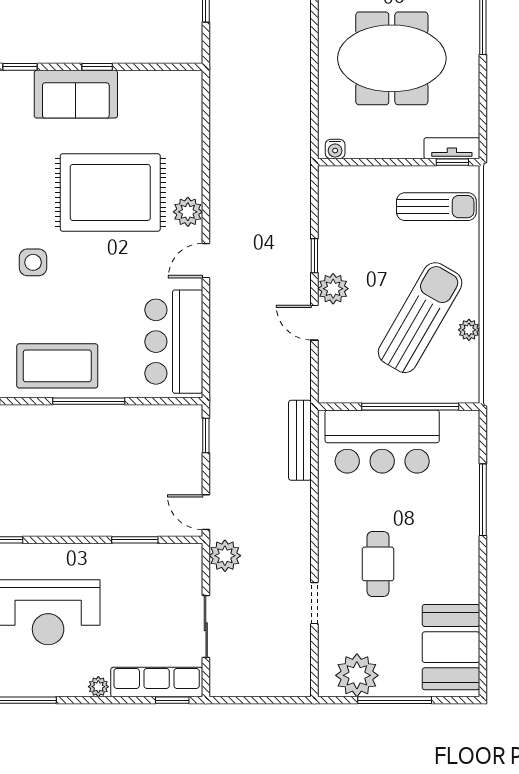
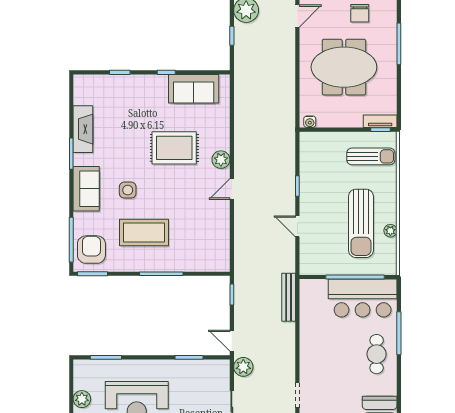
sofa: (76, 94) -> (194, 89), moved
rug: (110, 192) -> (174, 148), width x0.73, depth x0.69
plant: (333, 289) -> (308, 206), removed
sun lounger: (420, 318) -> (361, 223), turned 150
bar counter: (174, 342) -> (212, 238), removed
coffee table: (57, 366) -> (144, 232), moved
bar counter: (382, 442) -> (363, 298), moved
cafe table: (378, 564) -> (377, 354), moved

